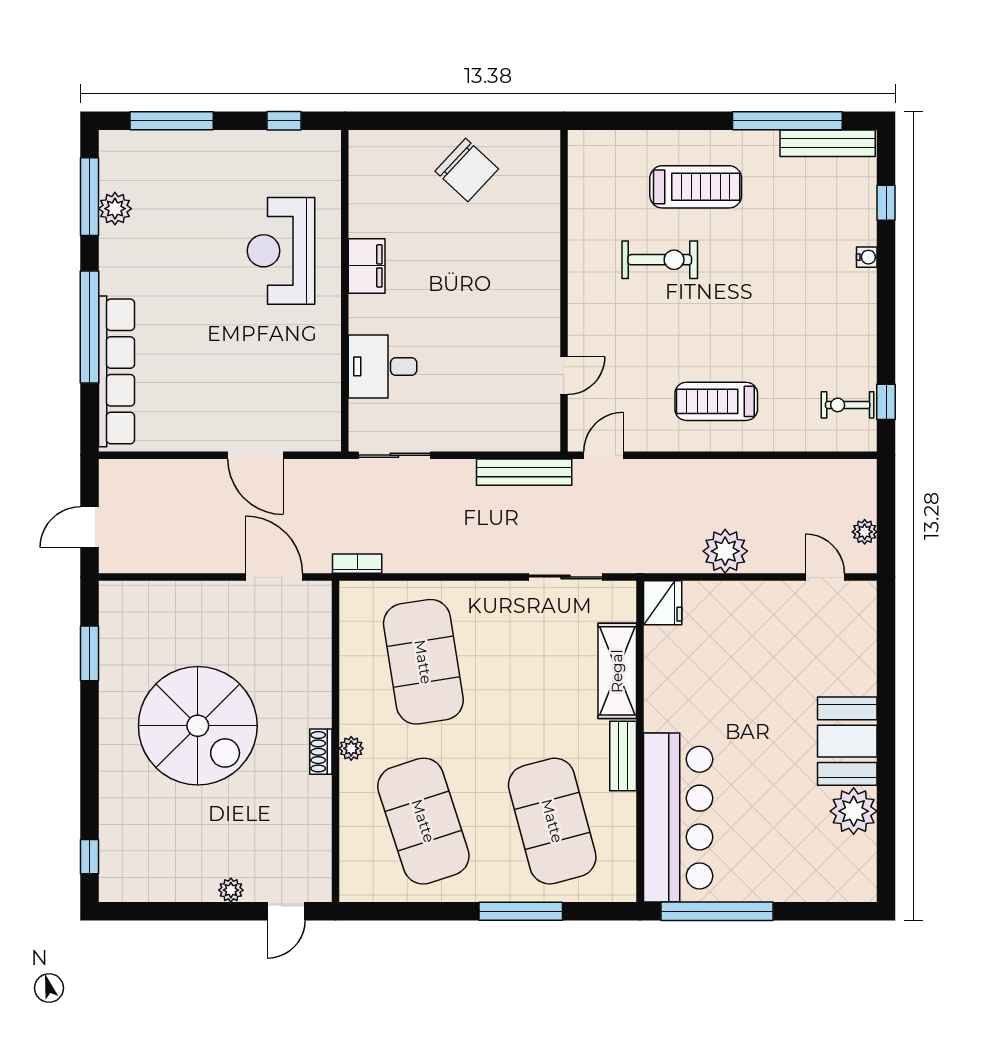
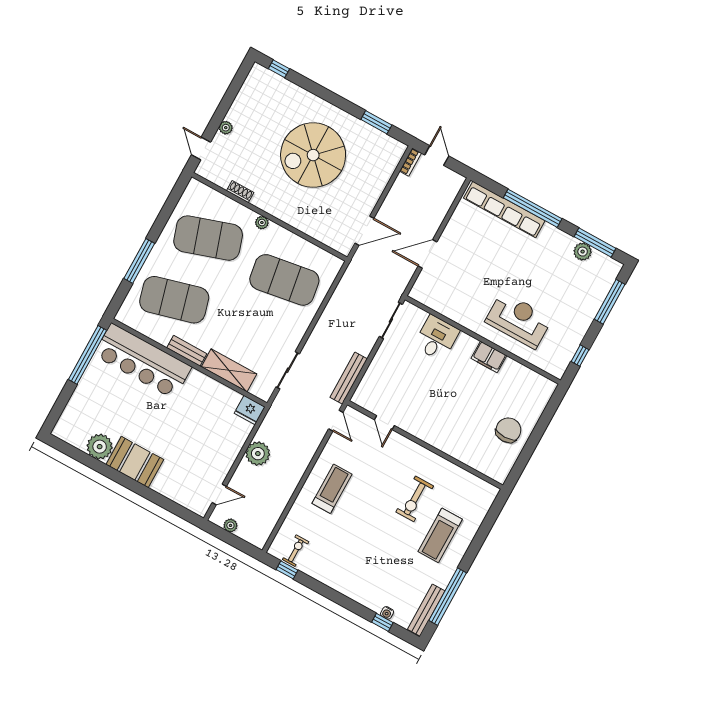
chair: (467, 170) -> (508, 430), turned 137
water cooler: (867, 257) -> (387, 613), moved
bookcase: (357, 564) -> (410, 162), moved
shoe rack: (321, 752) -> (240, 192), moved

